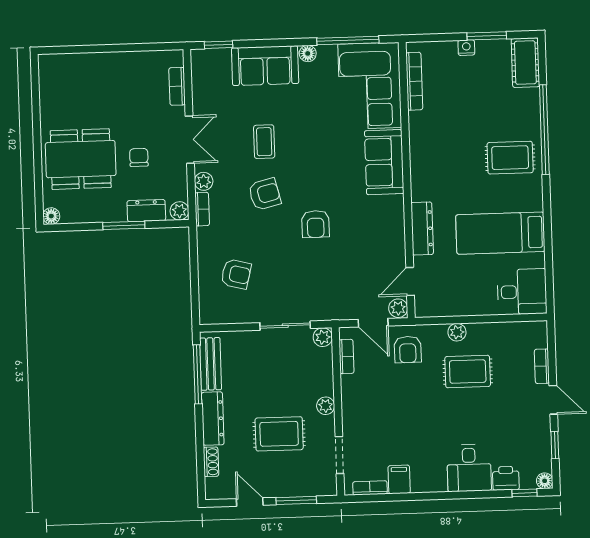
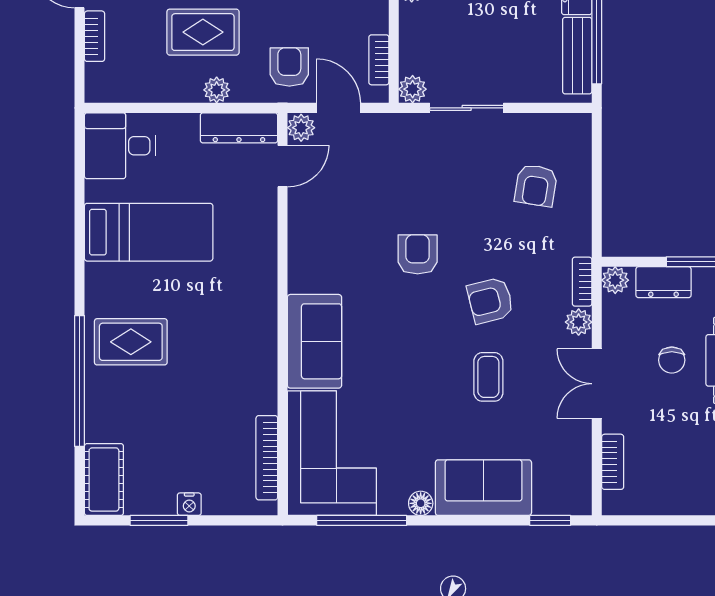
dresser: (422, 229) -> (239, 128), moved, turned -90
armchair: (236, 274) -> (536, 185), turned -95

